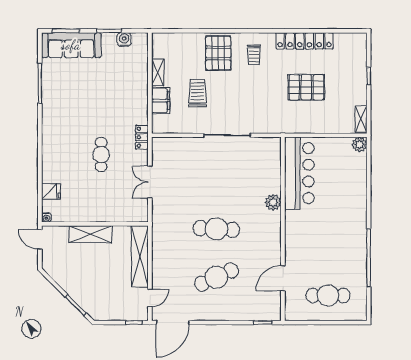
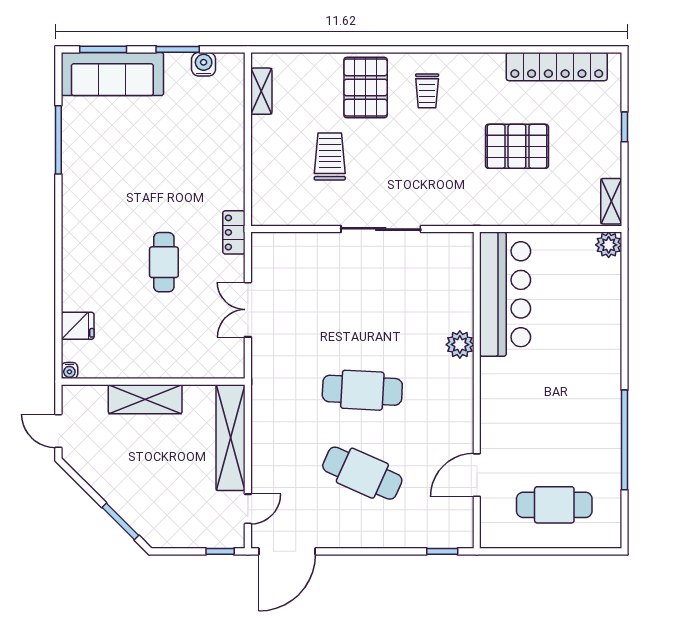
locker: (305, 41) -> (557, 67), moved
shelving: (158, 72) -> (261, 91), moved
filing cabinet: (161, 100) -> (266, 169), removed
door: (40, 239) -> (58, 431), moved
cafe table: (216, 277) -> (362, 473), turned 48

